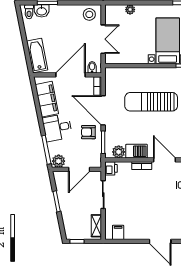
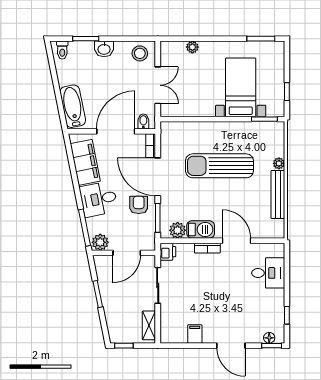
washbasin: (42, 11) -> (104, 49), moved
armchair: (88, 132) -> (139, 205), turned 90
filing cabinet: (118, 232) -> (195, 334), moved

